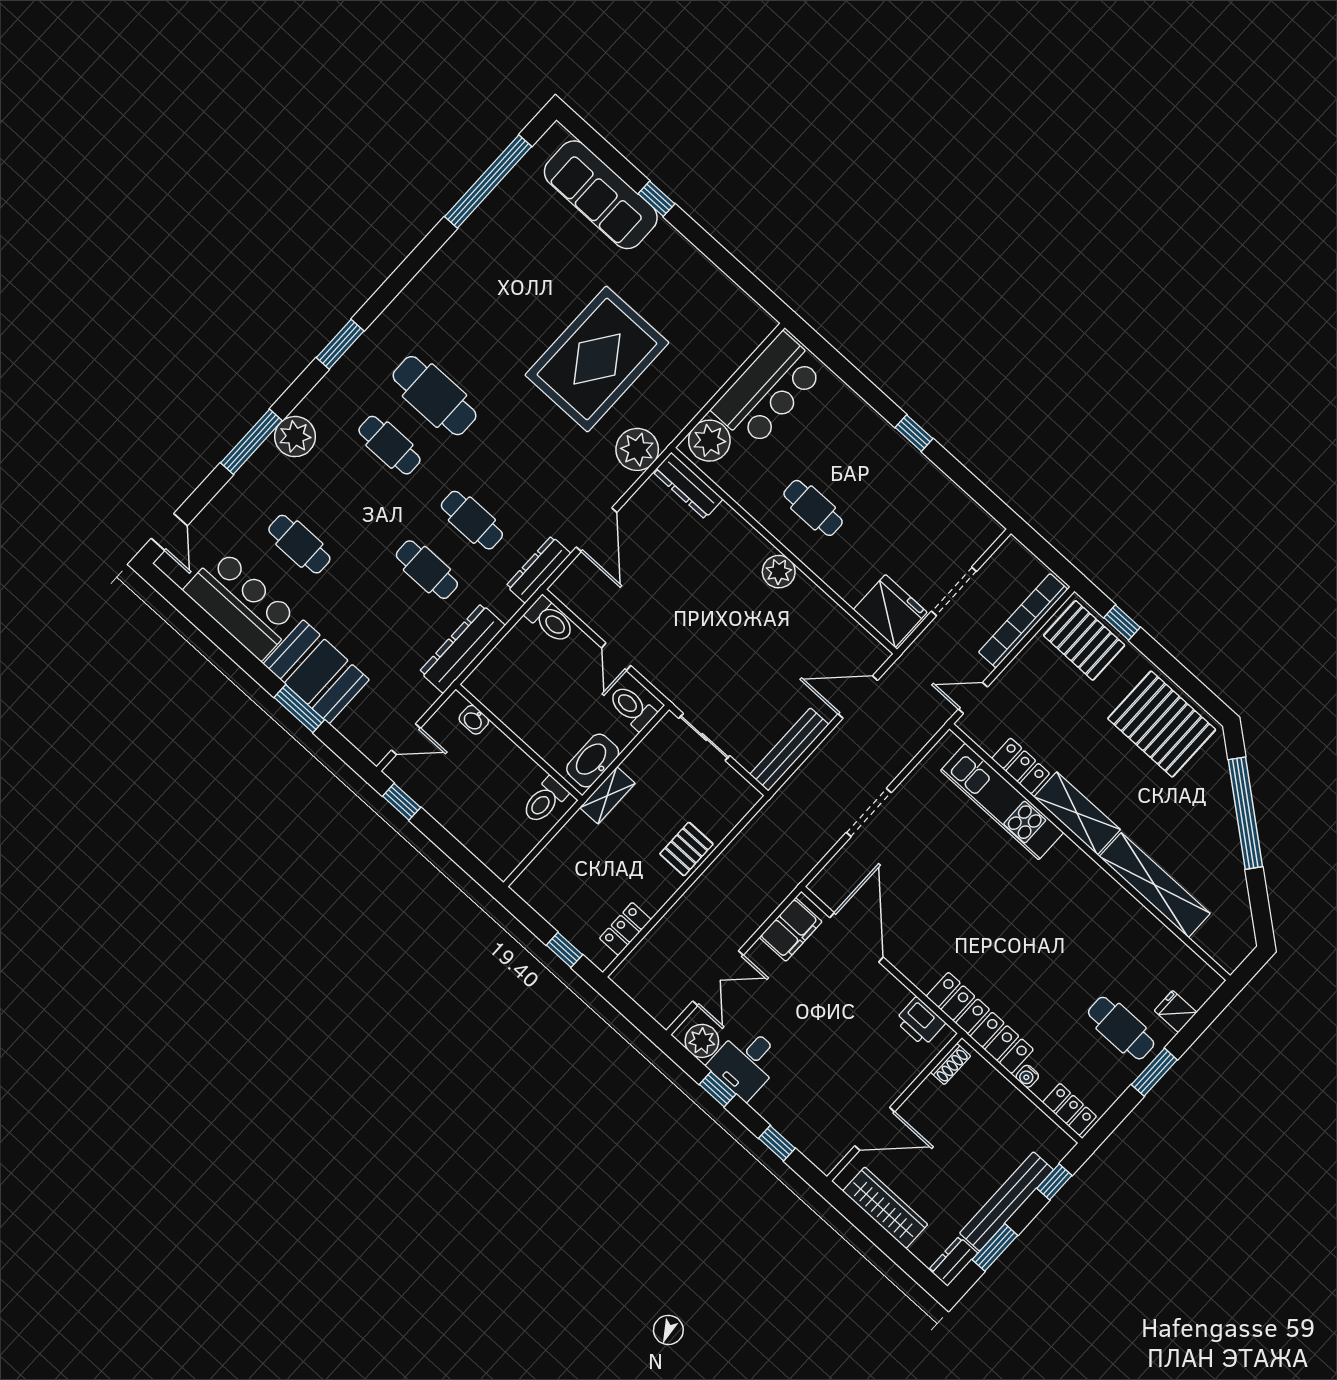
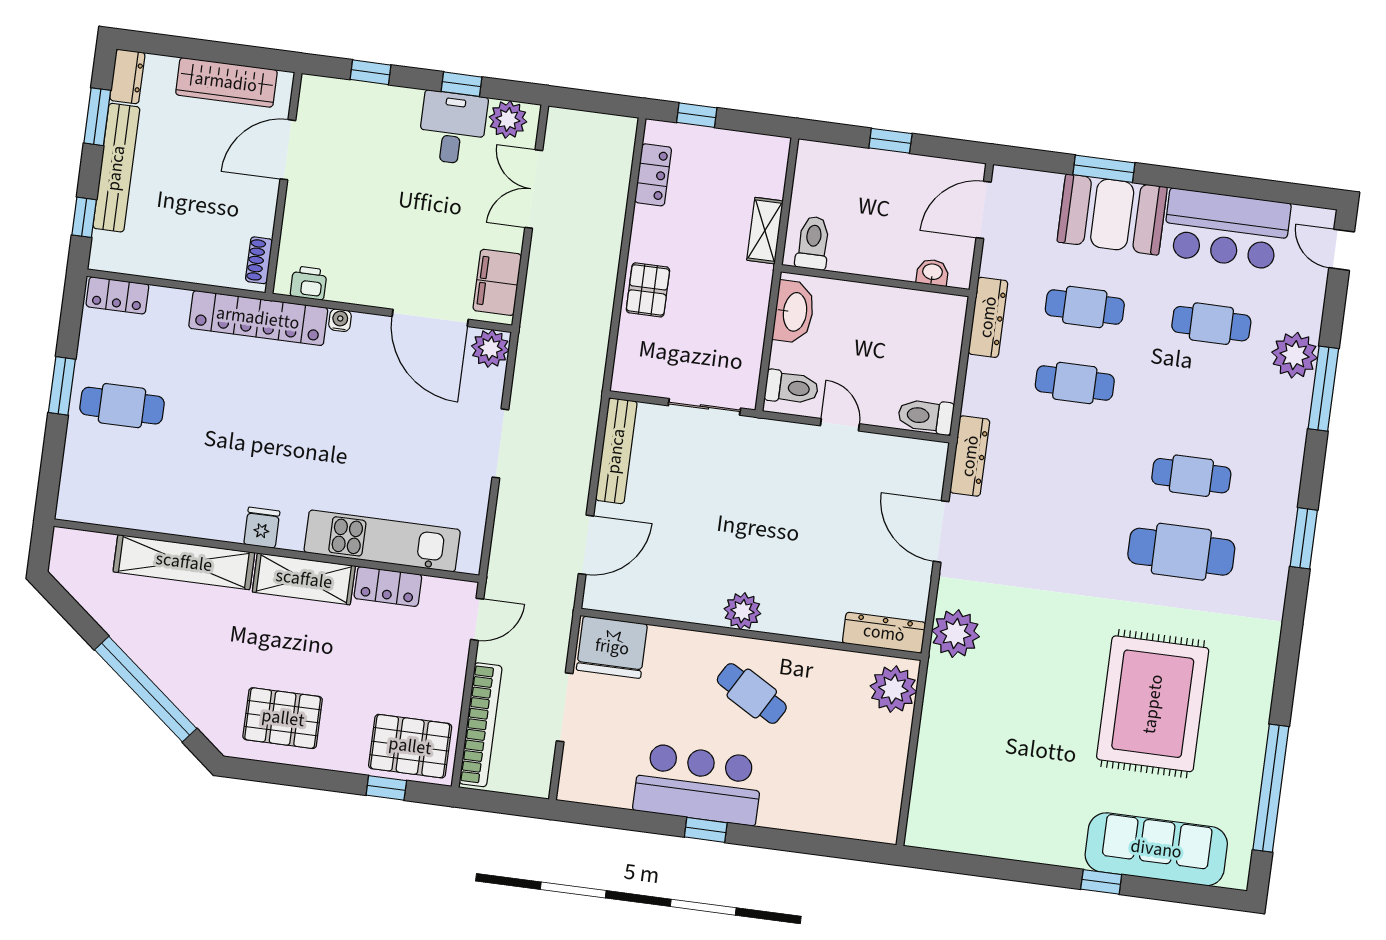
rug: (597, 359) -> (1153, 704), moved
bar counter: (768, 390) -> (698, 784), moved, turned 90
plant: (295, 437) -> (1295, 355), moved
cafe table: (813, 508) -> (752, 694), turned 30
cafe table: (472, 520) -> (1085, 307), moved
dresser: (462, 649) -> (988, 317), width x0.73, depth x0.80
pallet: (1162, 724) -> (283, 718), width x0.73, depth x0.71
door: (406, 739) -> (984, 210), width x1.38
shelving: (607, 795) -> (765, 231), moved
window: (402, 802) -> (890, 141), moved
plant: (829, 886) -> (490, 348), added
fridge: (1176, 1011) -> (262, 528), moved, turned -90
printer: (920, 1022) -> (309, 283), width x0.73, depth x0.81
water cooler: (1027, 1076) -> (340, 320), moved

